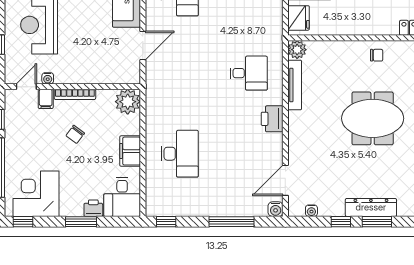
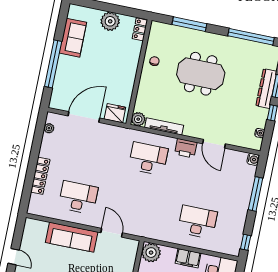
desk: (249, 73) -> (148, 159), width x1.37
meeting table: (373, 118) -> (201, 74), turned 90
door: (285, 180) -> (214, 144), moved

